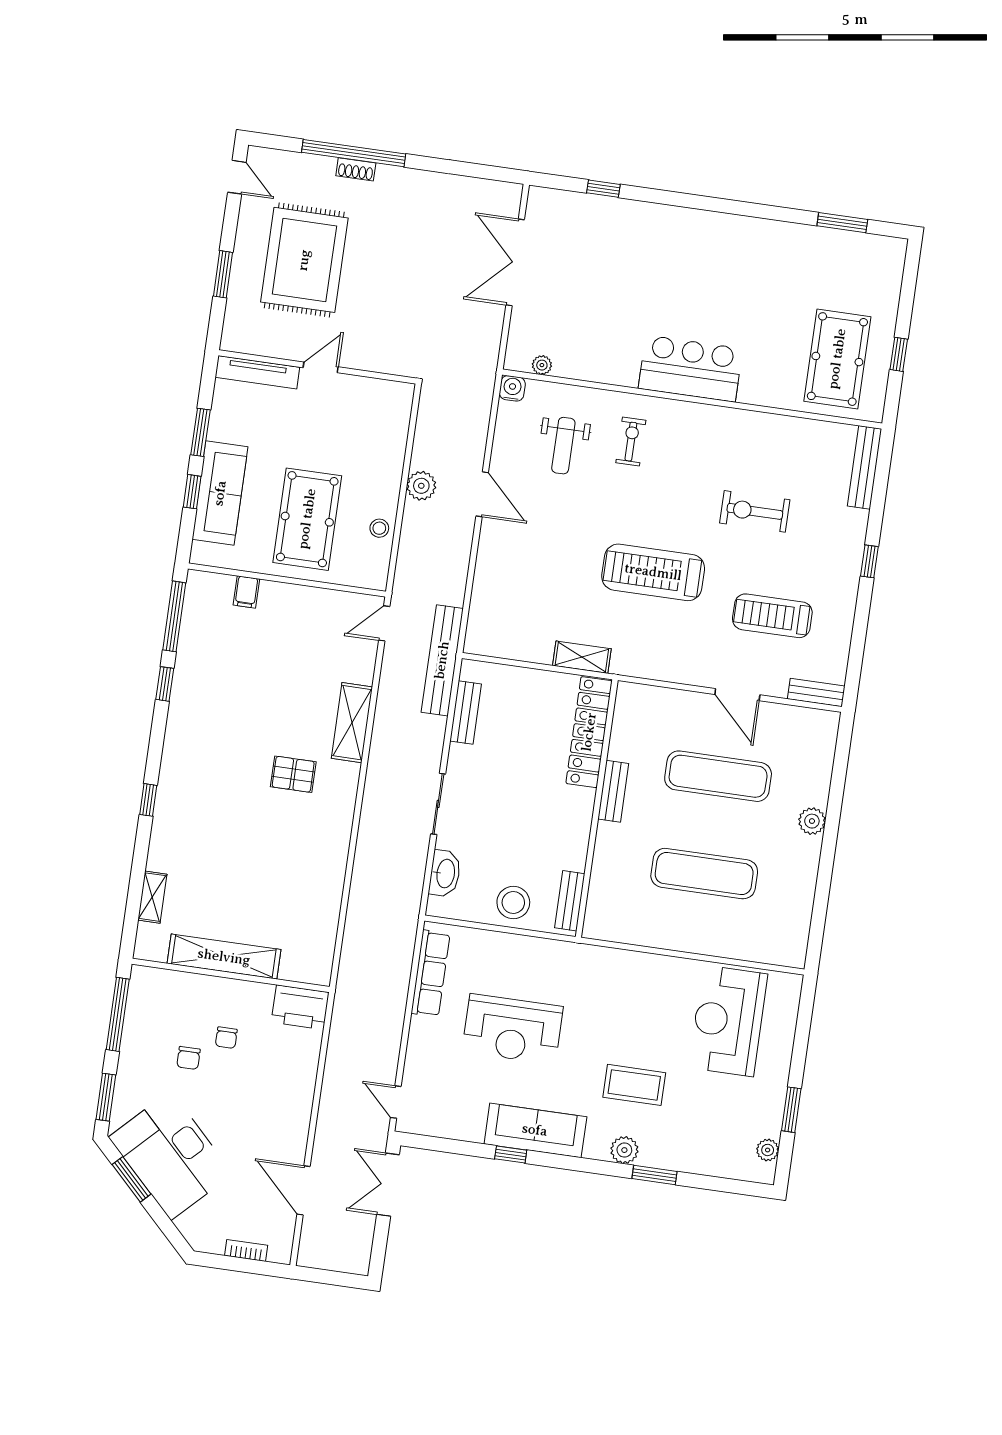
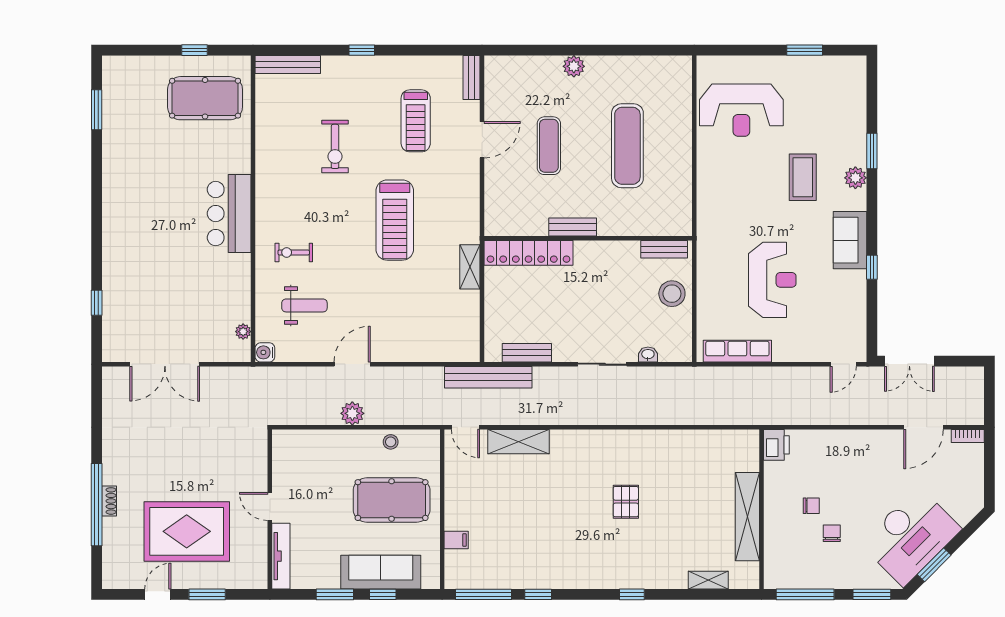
door: (237, 177) -> (158, 594), moved
shelving: (352, 723) -> (519, 442), moved
pallet: (293, 774) -> (626, 502), moved
exercise mat: (718, 776) -> (549, 146), width x0.73, depth x0.69
washbasin: (445, 873) -> (648, 354), width x0.52, depth x0.69
printer: (300, 1007) -> (776, 445), width x0.73, depth x0.84
chair: (188, 1058) -> (832, 533), turned -90
sofa: (535, 1130) -> (850, 240), width x0.73
plant: (768, 1150) -> (839, 64), removed
bookcase: (246, 1250) -> (968, 436), moved, turned -90

